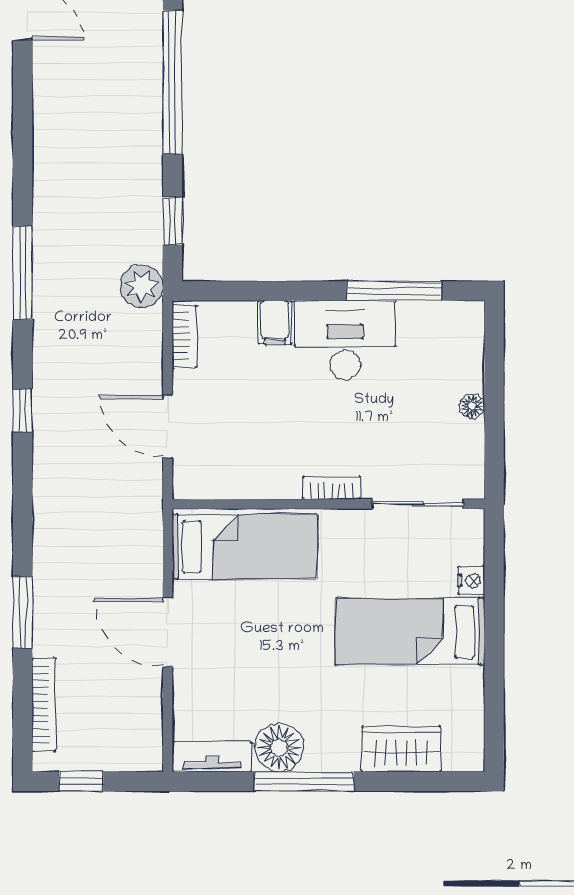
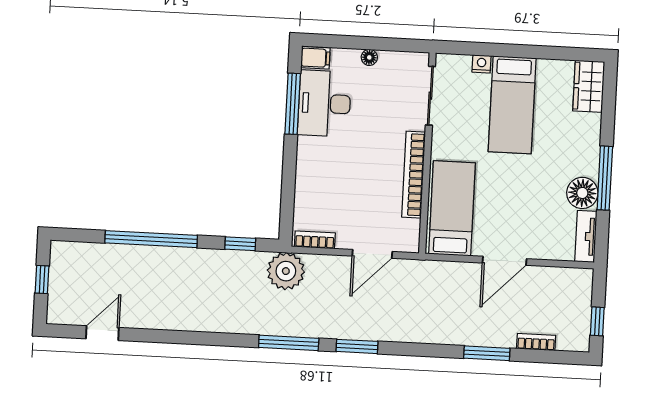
window: (23, 273) -> (289, 343), moved
plant: (142, 286) -> (286, 271), width x1.36, depth x1.36
filing cabinet: (275, 323) -> (315, 58), moved
desk: (345, 340) -> (324, 103), moved
window: (23, 411) -> (357, 346), width x1.50
bookcase: (332, 488) -> (414, 175), width x2.31, depth x1.31
bookcase: (44, 705) -> (536, 342), width x0.64
wardrobe: (401, 749) -> (589, 86), moved

